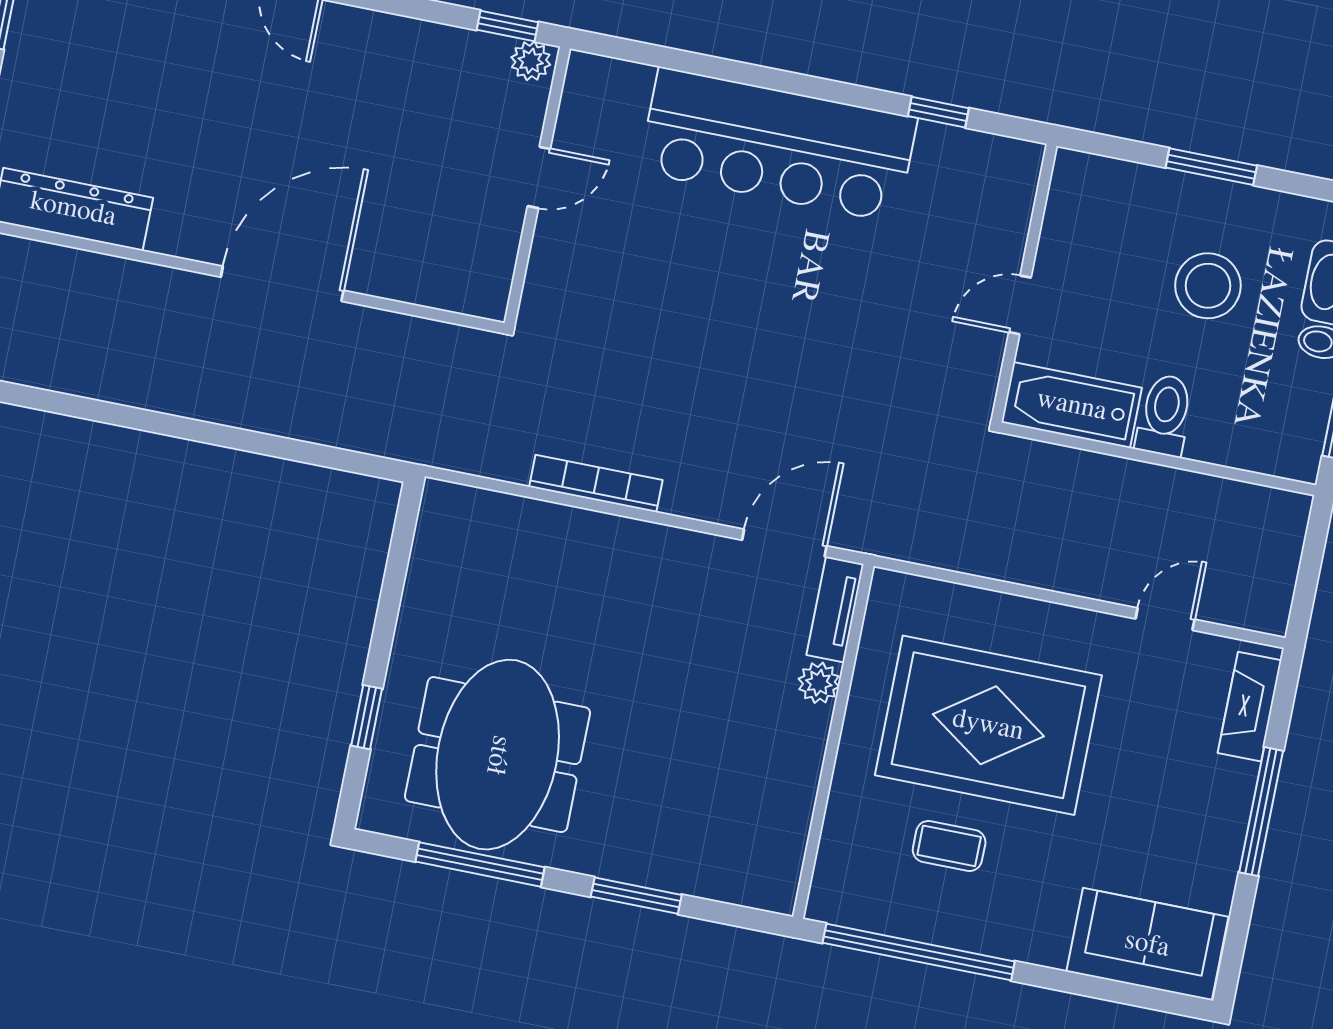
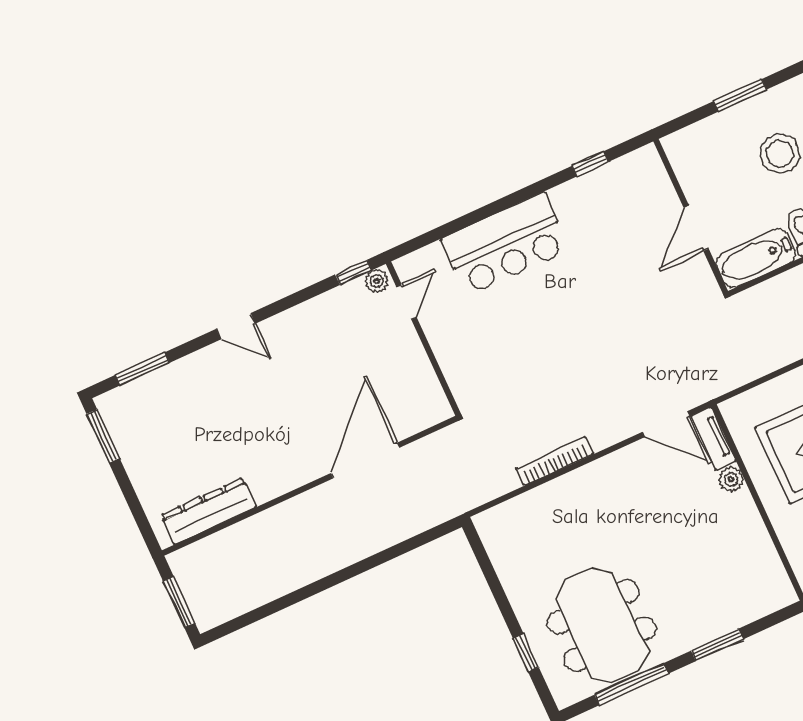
bar counter: (778, 145) -> (505, 244), width x0.73
door: (539, 177) -> (406, 302), moved
door: (282, 284) -> (365, 460), moved
door: (1020, 305) -> (696, 228), width x1.38
door: (784, 543) -> (666, 424), swing flipped

